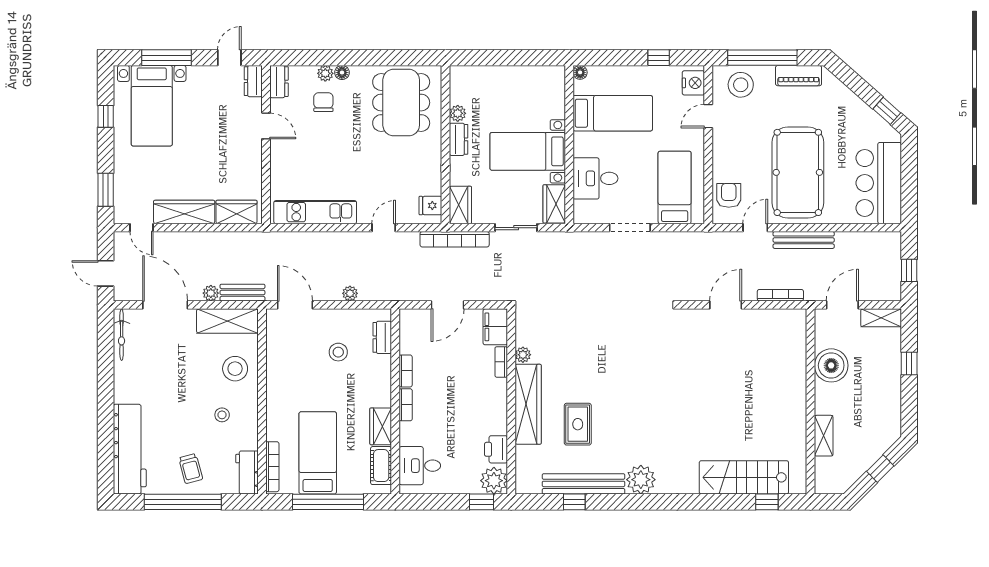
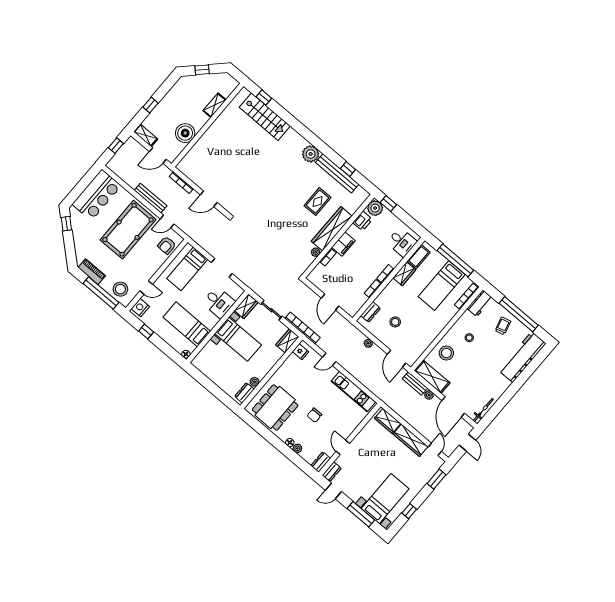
chair: (323, 102) -> (314, 415), moved
dresser: (459, 139) -> (244, 393), moved
door: (448, 305) -> (330, 302), swing flipped
filing cabinet: (495, 327) -> (343, 244), moved

